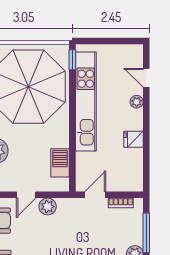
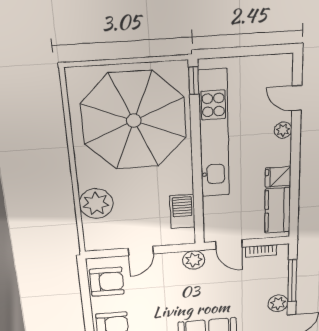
kitchen counter: (133, 168) -> (278, 210), added
door: (95, 195) -> (229, 244), swing flipped
plant: (48, 207) -> (194, 260), moved

